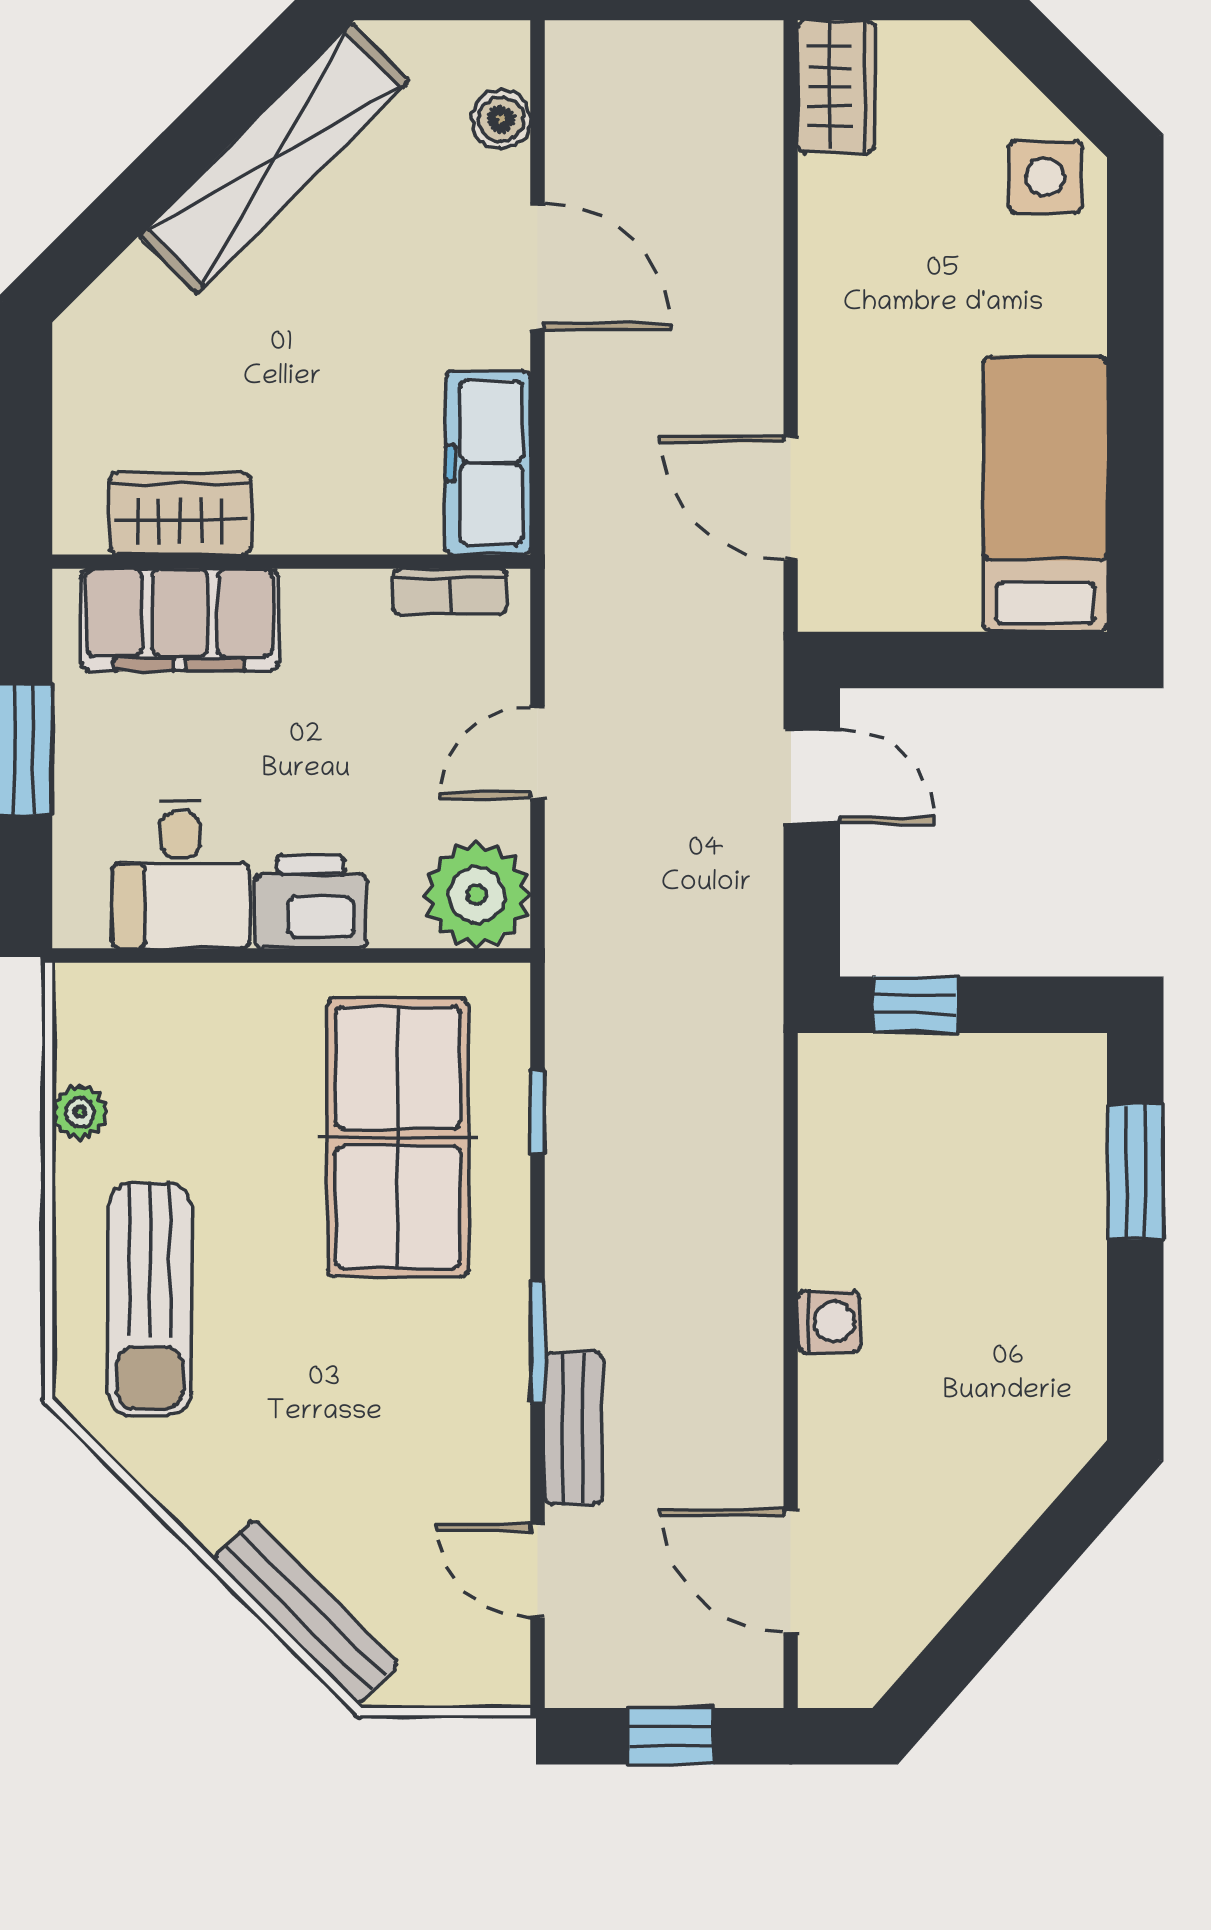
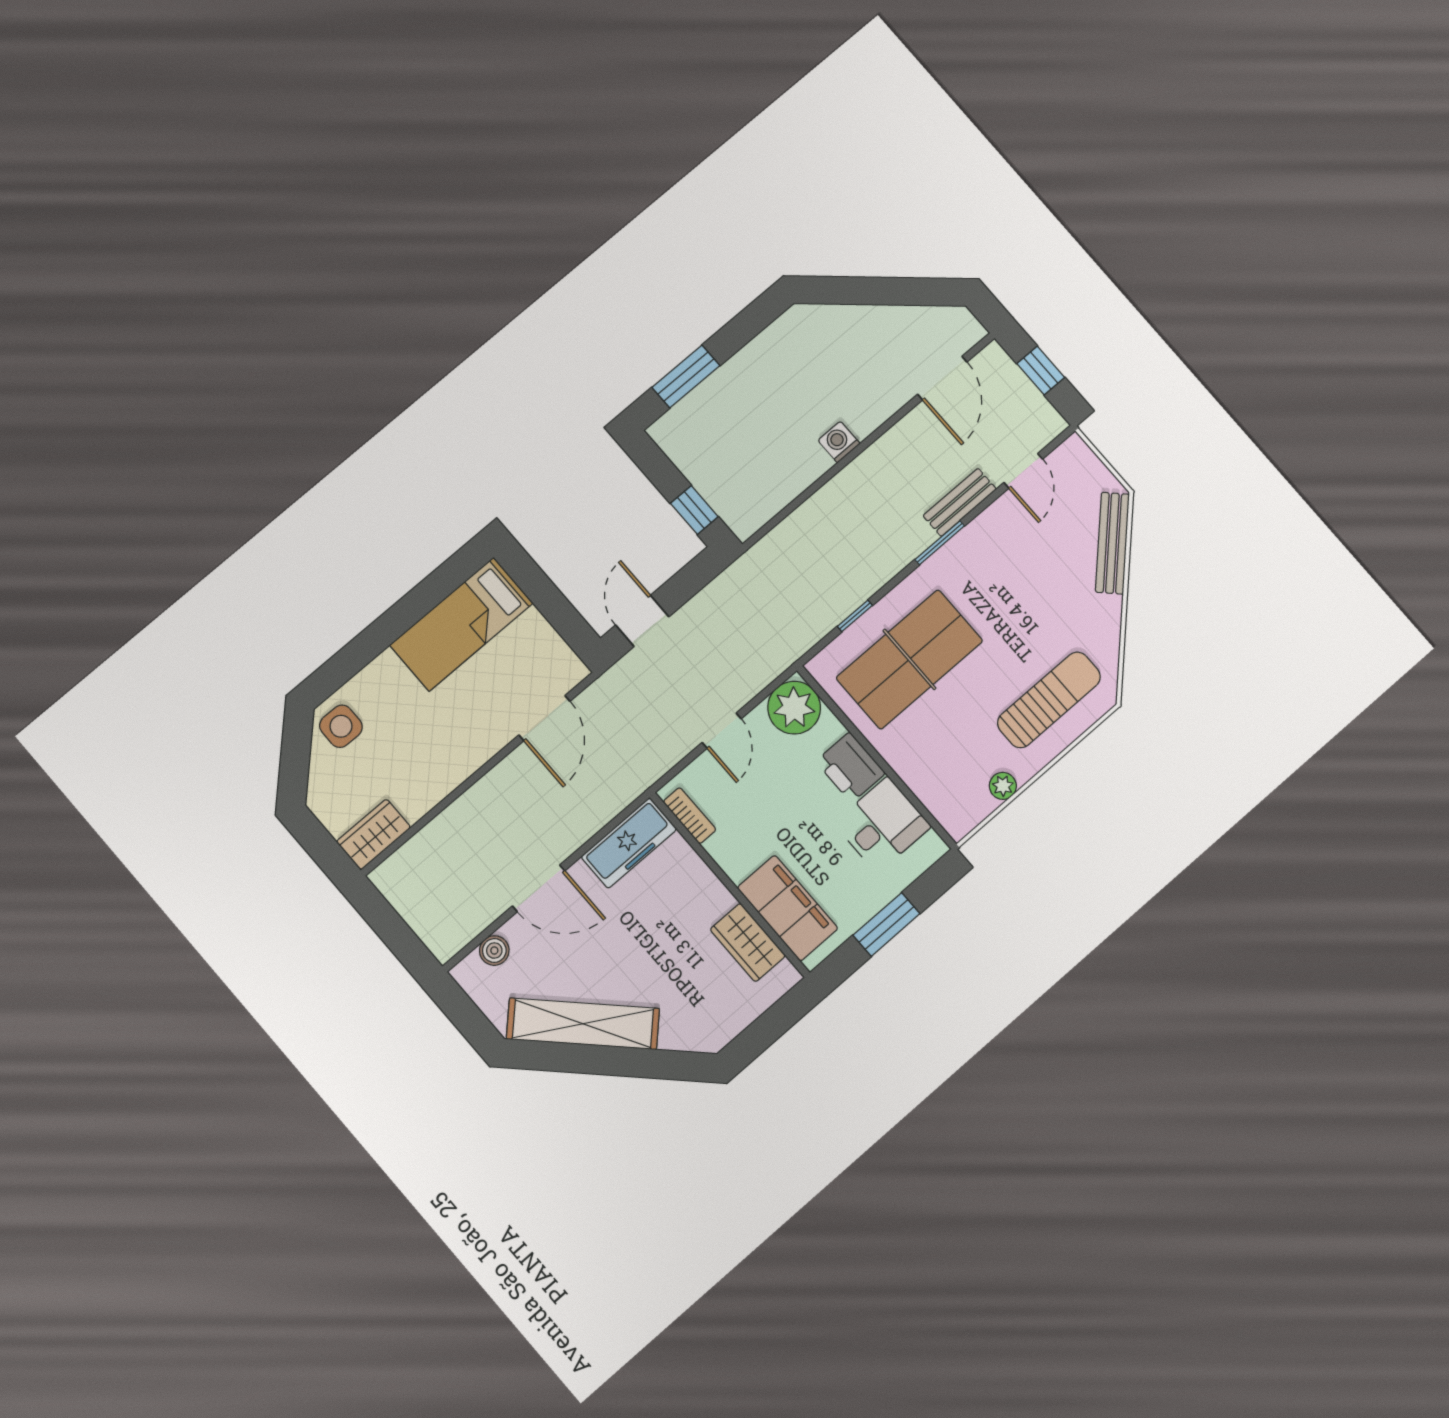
door: (538, 267) -> (539, 888), swing flipped
door: (538, 753) -> (722, 731), hinge flipped

